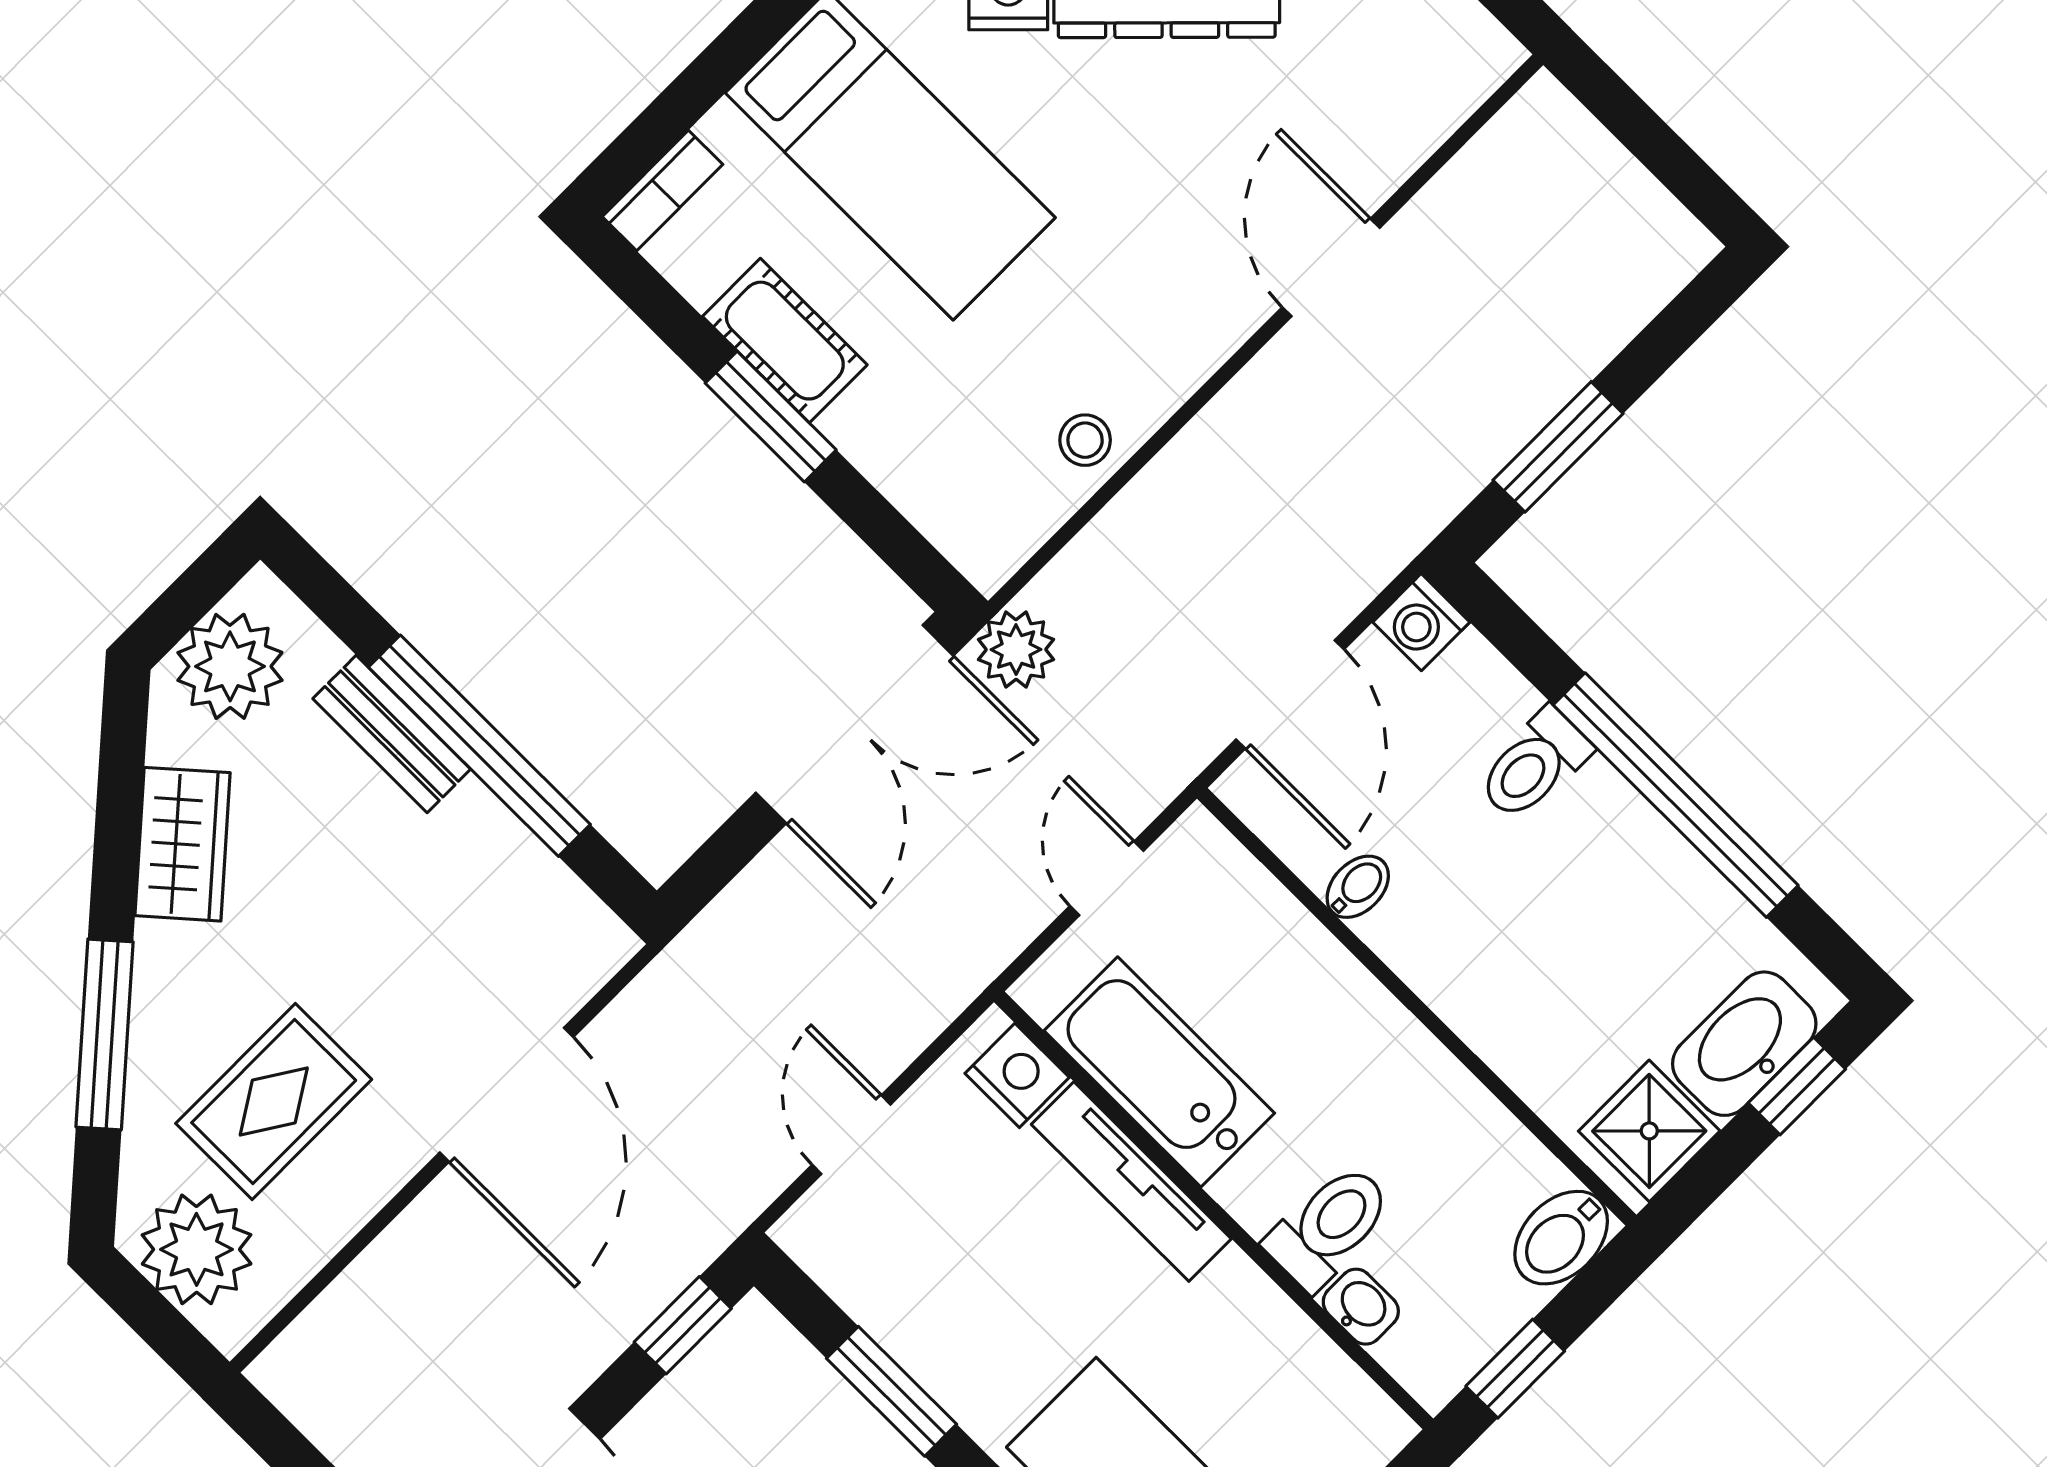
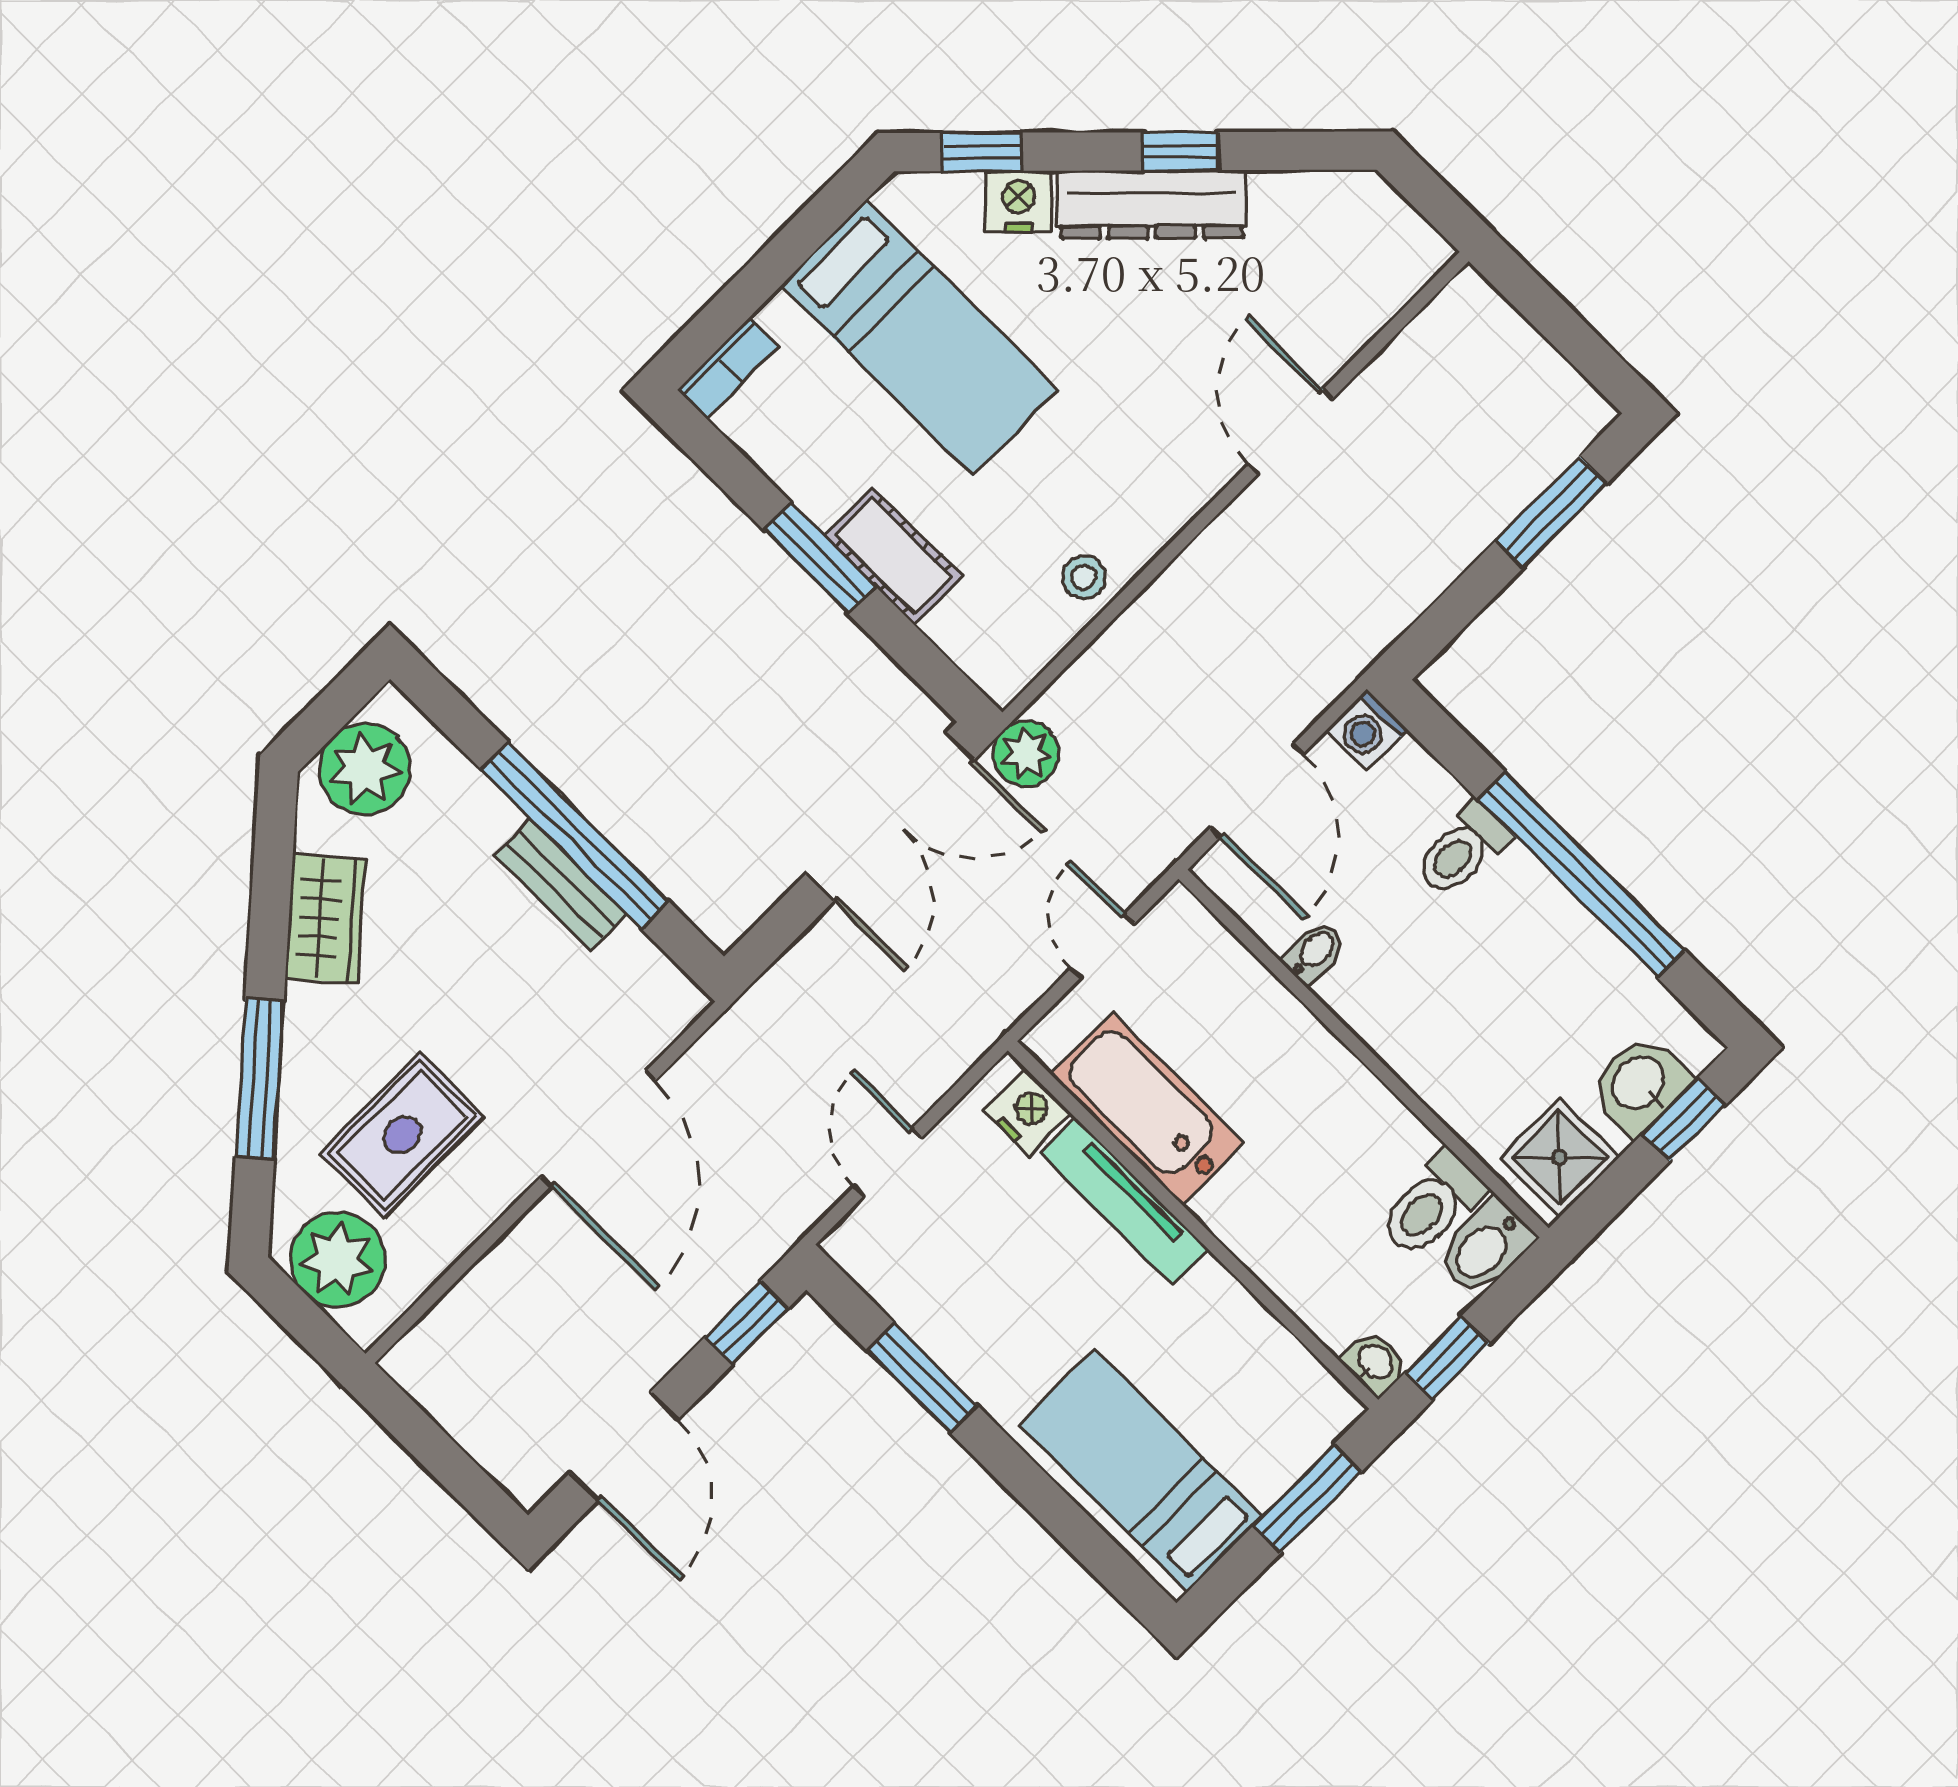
cot: (785, 341) -> (893, 556), moved
window: (1558, 447) -> (1552, 512), moved
bench: (392, 734) -> (560, 885), moved
washbasin: (1744, 1044) -> (1639, 1084), width x0.72
toilet: (1329, 1227) -> (1432, 1204), moved, turned 180
washbasin: (1361, 1307) -> (1374, 1363), moved

